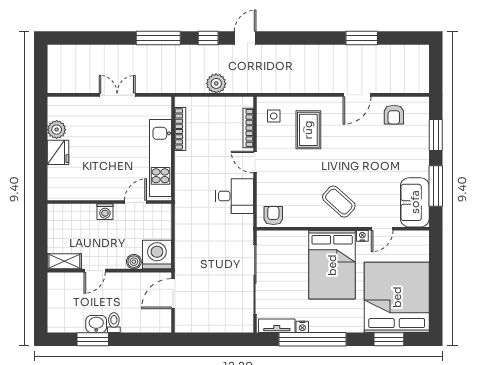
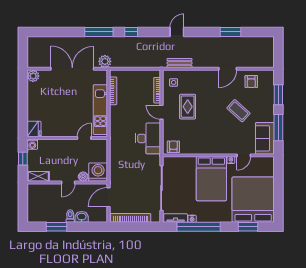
door: (245, 38) -> (177, 32), moved
plant: (216, 83) -> (105, 61), moved
bench: (283, 86) -> (180, 63), added
double door: (117, 95) -> (72, 69), width x1.87
plant: (57, 130) -> (33, 76), moved
rug: (308, 130) -> (188, 107), moved
fridge: (58, 152) -> (34, 129), moved
desk: (234, 196) -> (148, 138), width x1.37
coffee table: (339, 202) -> (238, 111), moved
washing machine: (105, 212) -> (32, 144), moved
window: (41, 234) -> (23, 159), added
door: (95, 271) -> (68, 182), moved
washbasin: (96, 324) -> (82, 217), moved
bookcase: (207, 326) -> (131, 218), added

